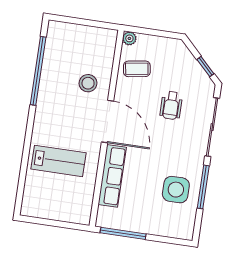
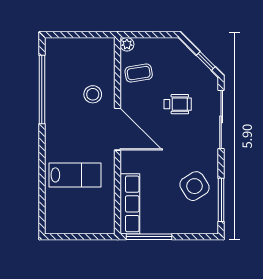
wheelchair: (171, 105) -> (178, 104), turned -90
row of seats: (112, 176) -> (130, 204), moved
window: (203, 187) -> (221, 200), moved
side table: (176, 190) -> (195, 186), turned -32

